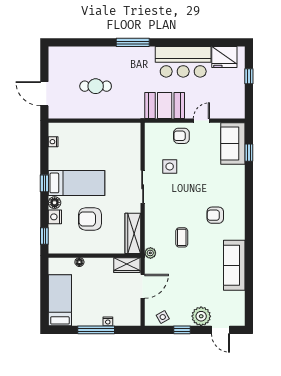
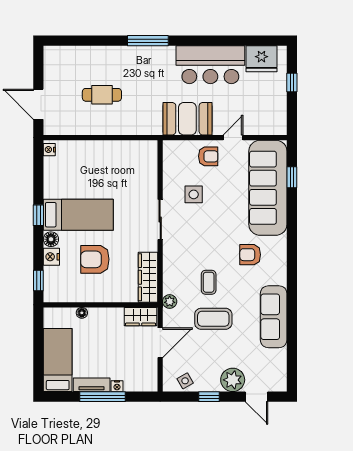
armchair: (181, 136) -> (208, 156), turned 180
nightstand: (53, 142) -> (49, 150), moved
sofa: (233, 143) -> (268, 188), width x1.85, depth x1.27
coffee table: (186, 267) -> (213, 319), added
tv unit: (87, 320) -> (92, 385), added

